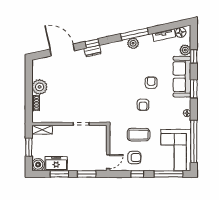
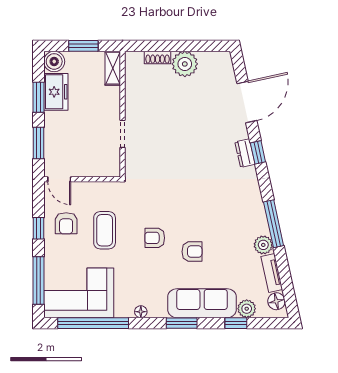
plant: (133, 43) -> (263, 245), moved

